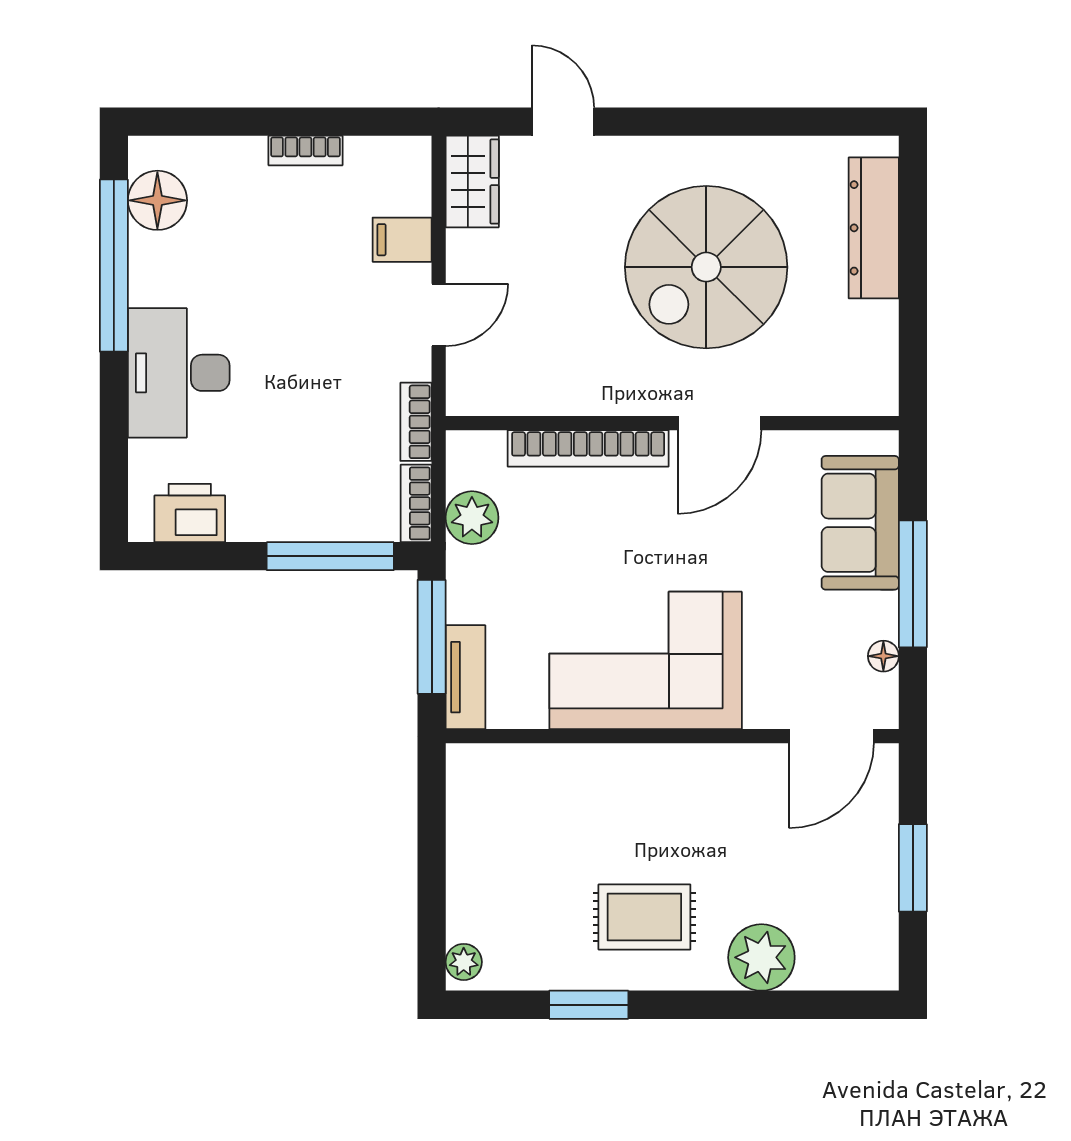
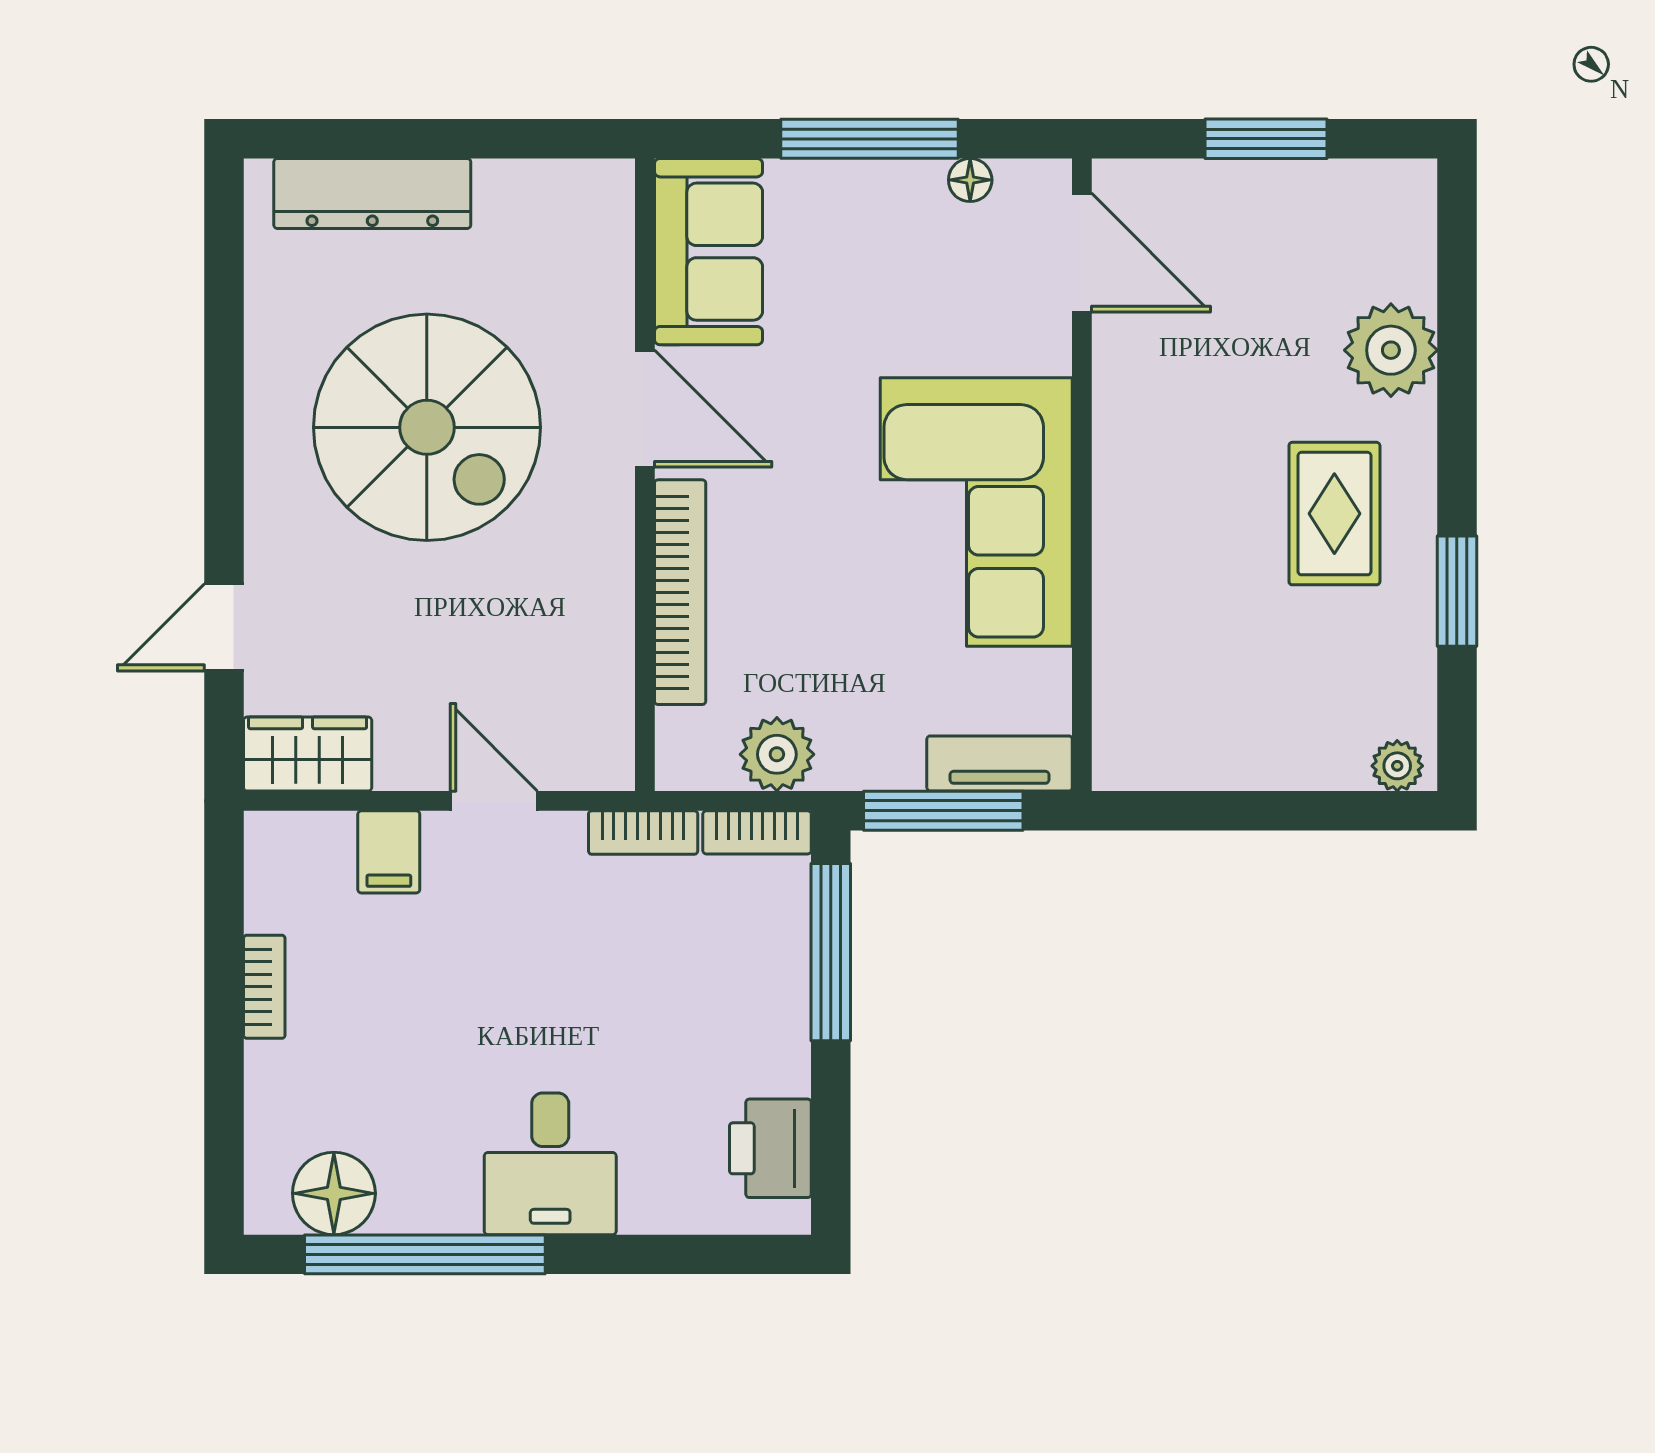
desk: (179, 373) -> (550, 1164), width x0.73
sofa: (860, 523) -> (709, 252), moved, turned -90

